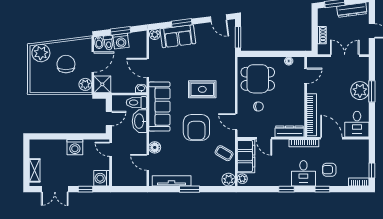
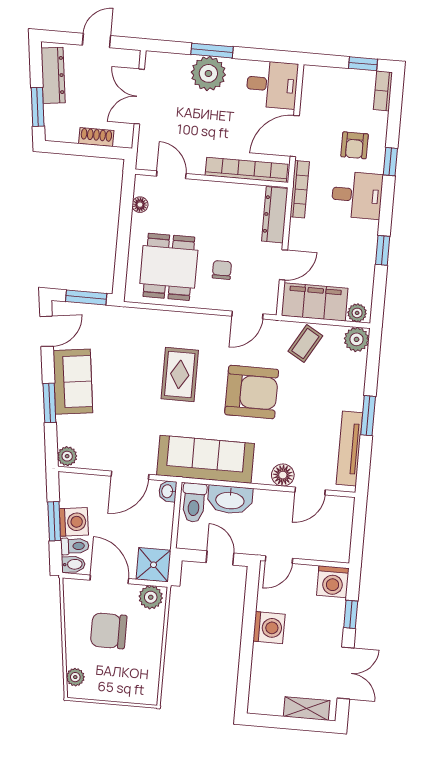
sofa: (178, 36) -> (73, 382), moved
plant: (41, 53) -> (75, 677), width x0.53, depth x0.53
window: (286, 189) -> (383, 250), moved

